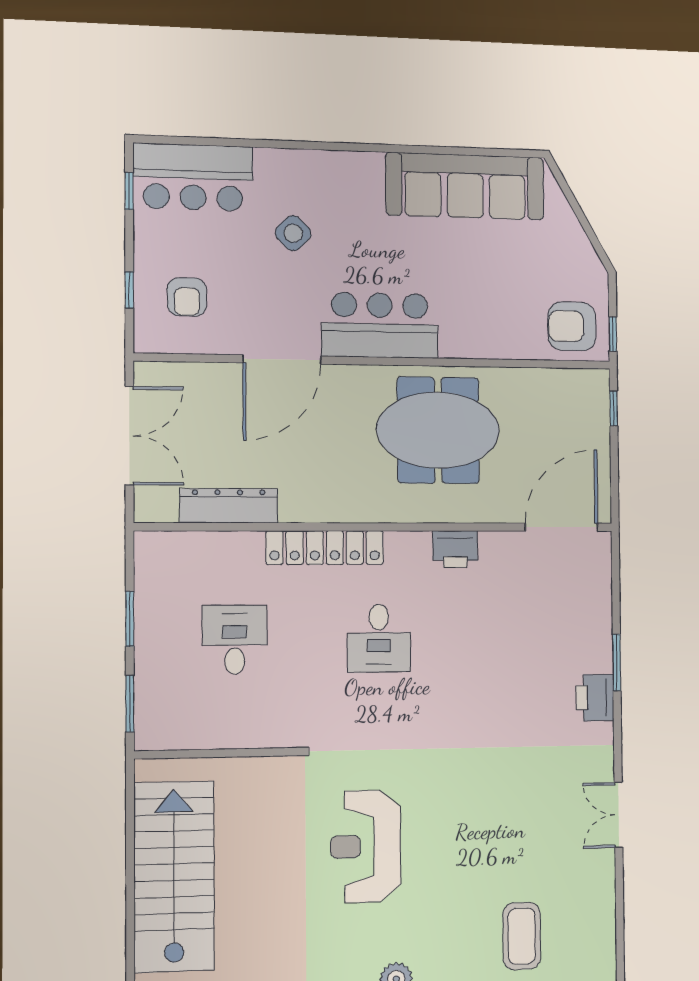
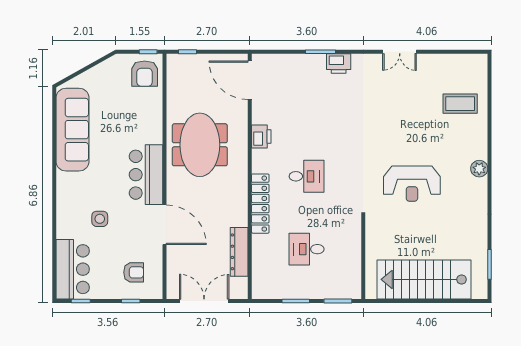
side table: (293, 233) -> (100, 219), turned 45

